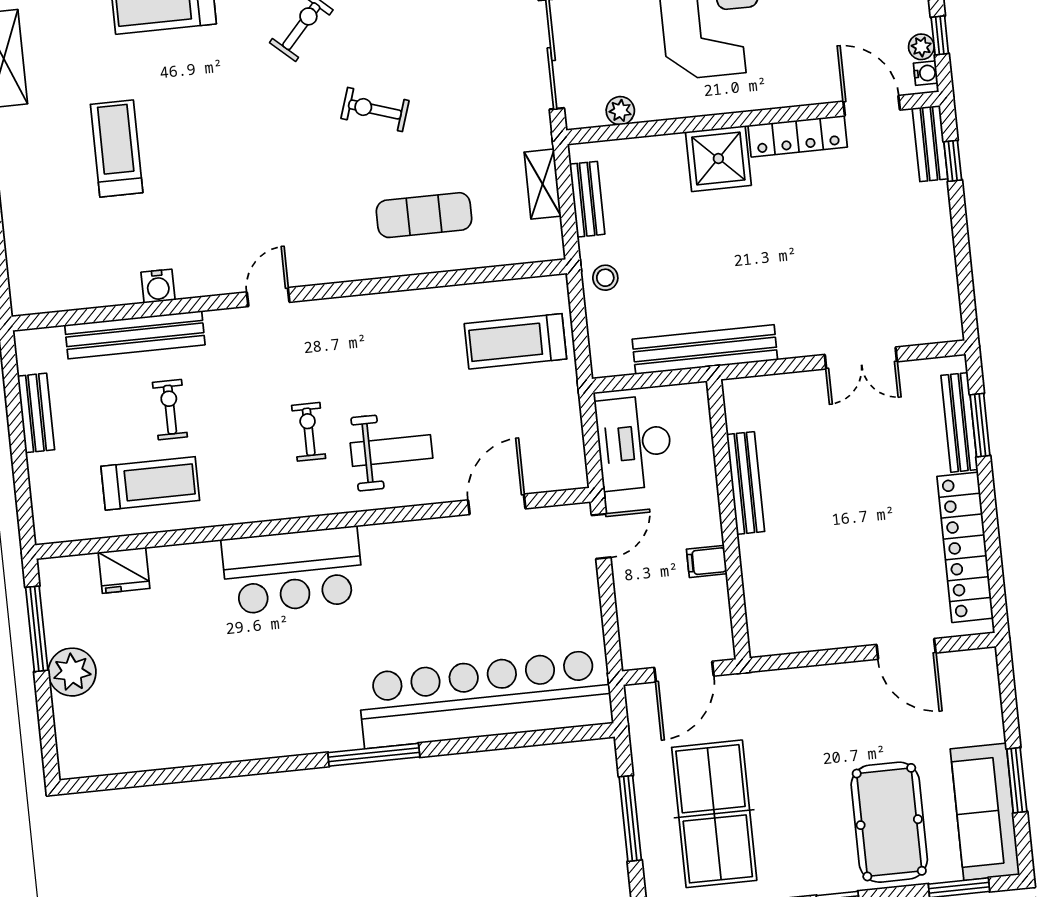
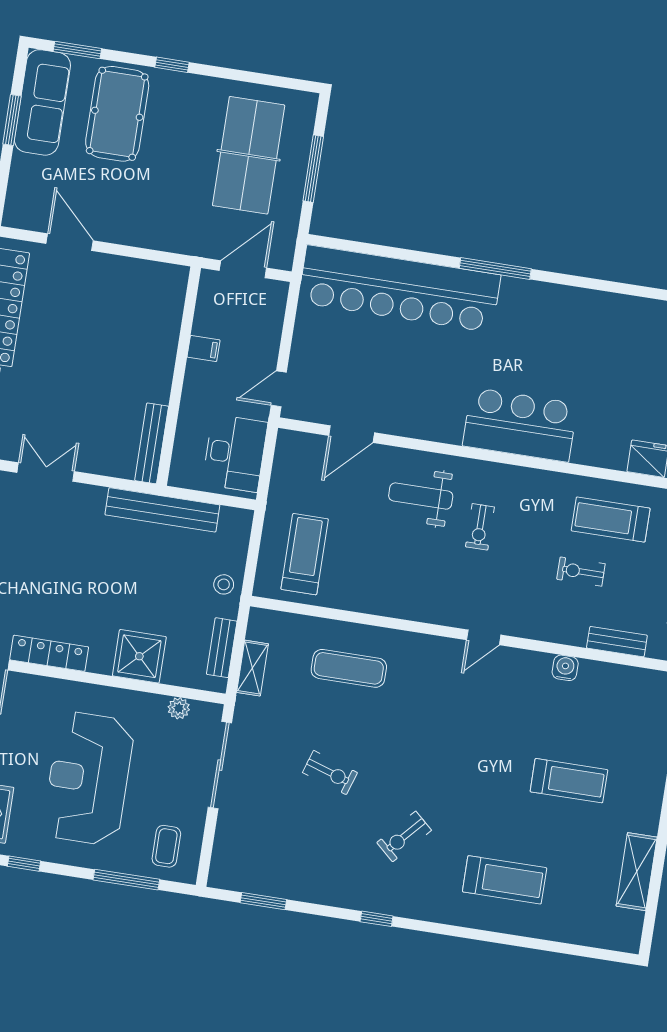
exercise bike: (375, 110) -> (330, 773), moved
treadmill: (117, 148) -> (569, 781), turned -90
shower: (718, 159) -> (139, 656), moved
bench: (135, 335) -> (617, 642), width x0.54, depth x0.82
treadmill: (515, 341) -> (305, 554), turned -90
exercise bike: (170, 410) -> (581, 572), turned 90
bench: (746, 483) -> (152, 443), moved

